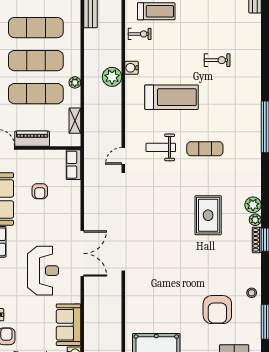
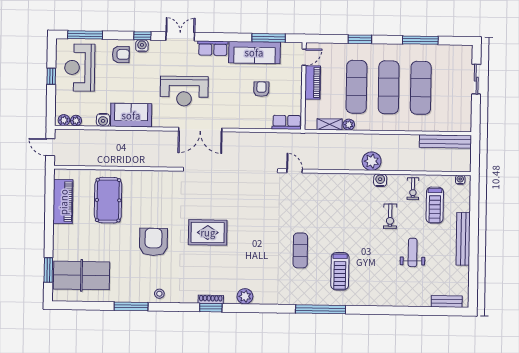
exercise bike: (217, 60) -> (390, 216), moved
plant: (75, 82) -> (349, 125), moved
treadmill: (172, 97) -> (340, 271), moved, width x0.73, depth x0.73
weight bench: (161, 147) -> (413, 252), moved
armchair: (40, 191) -> (261, 89), turned 90
rug: (208, 215) -> (208, 232), moved
plant: (255, 220) -> (230, 298), removed
armchair: (217, 310) -> (153, 242), moved, turned 90

